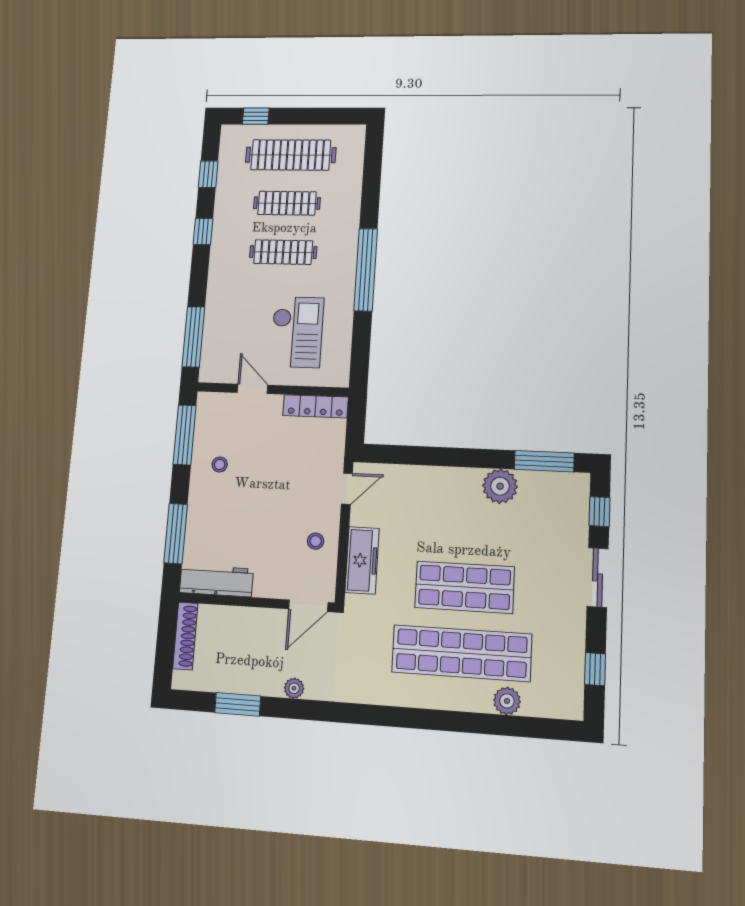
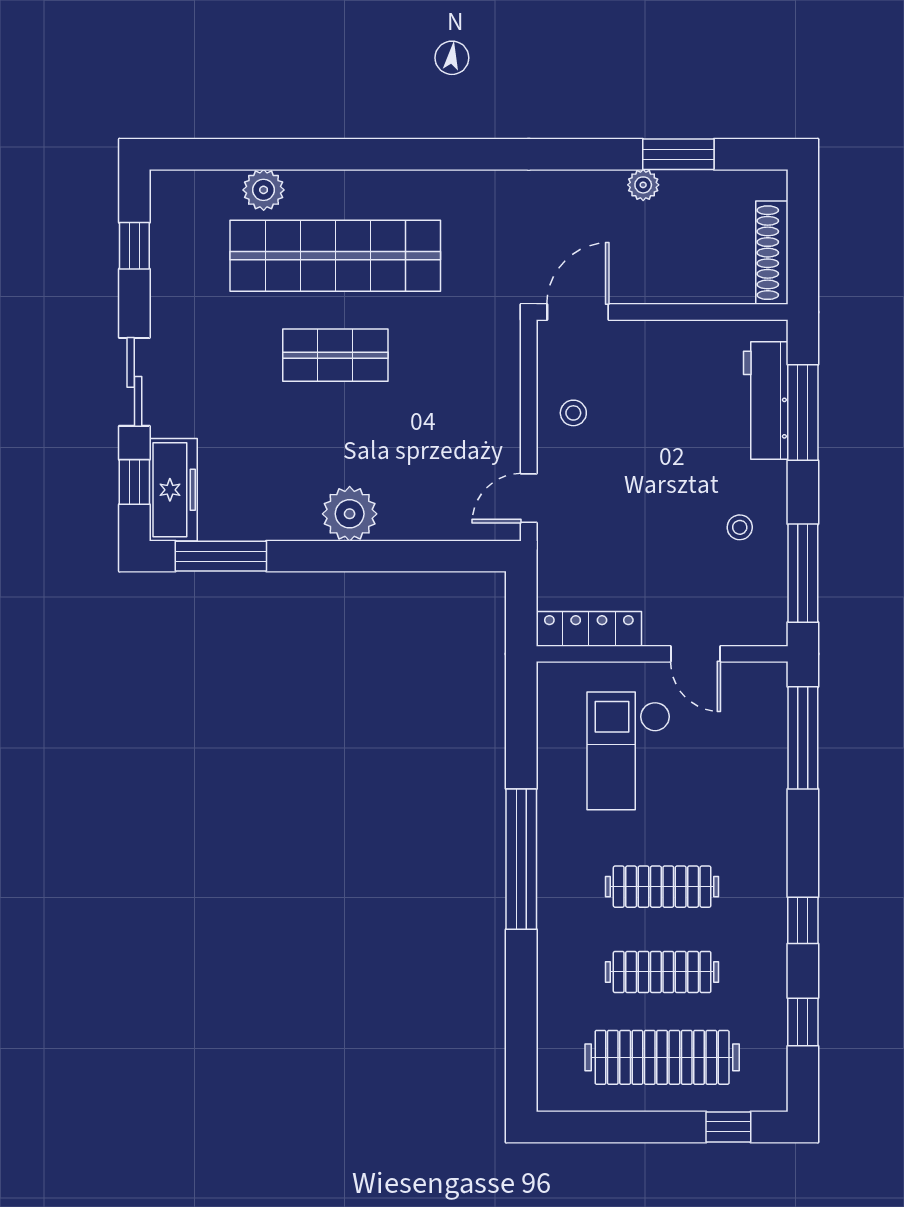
plant: (500, 486) -> (350, 514), moved
freezer: (362, 560) -> (173, 490), moved, turned 180
workbench: (216, 581) -> (766, 400), moved, turned 90
shop shelf: (465, 587) -> (335, 355), width x0.70, depth x0.74
plant: (294, 688) -> (643, 185), moved

